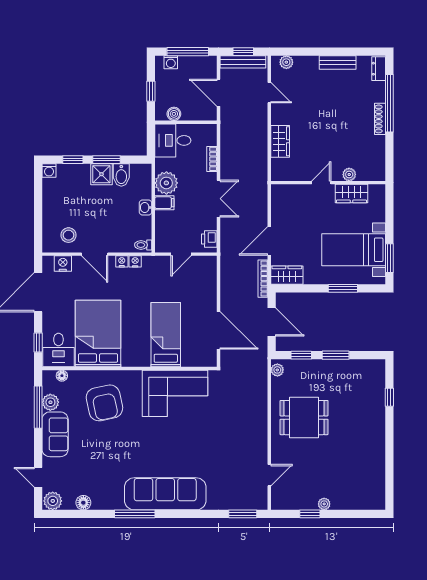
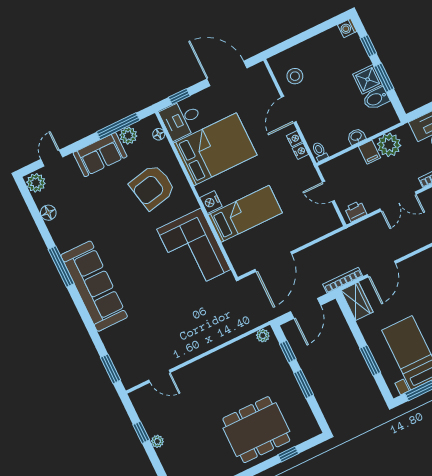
door: (269, 241) -> (381, 269), swing flipped
nightstand: (63, 264) -> (211, 202), moved, turned 180
dining table: (304, 418) -> (256, 430), moved, width x1.38

